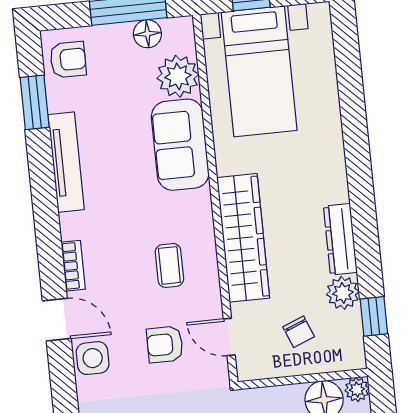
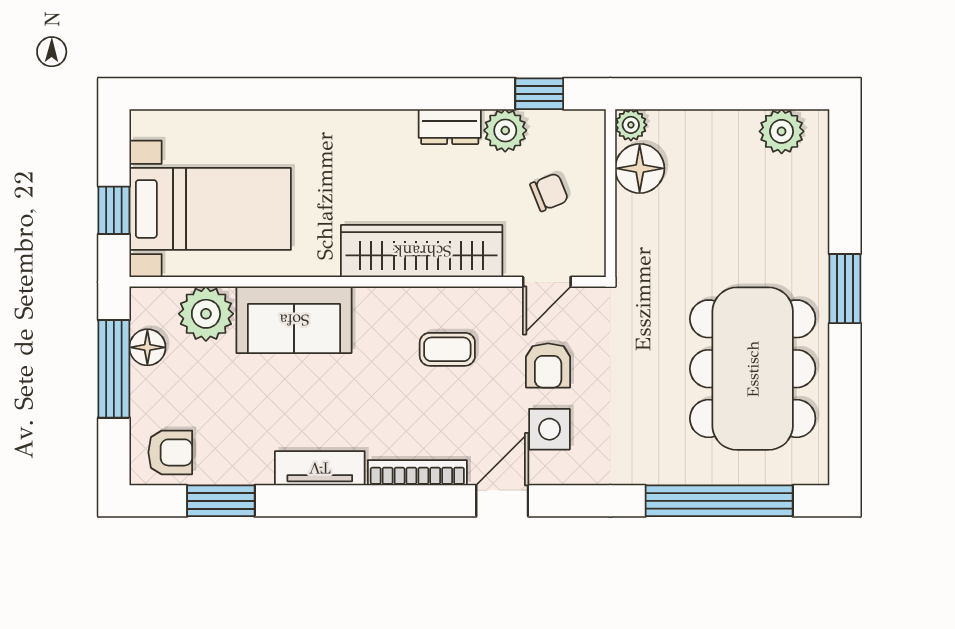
armchair: (68, 60) -> (170, 452), turned 90
tv unit: (66, 162) -> (320, 468), width x0.71
dresser: (340, 239) -> (450, 127), width x0.70
bookcase: (73, 266) -> (417, 473), width x1.56
side table: (93, 358) -> (549, 429), moved

